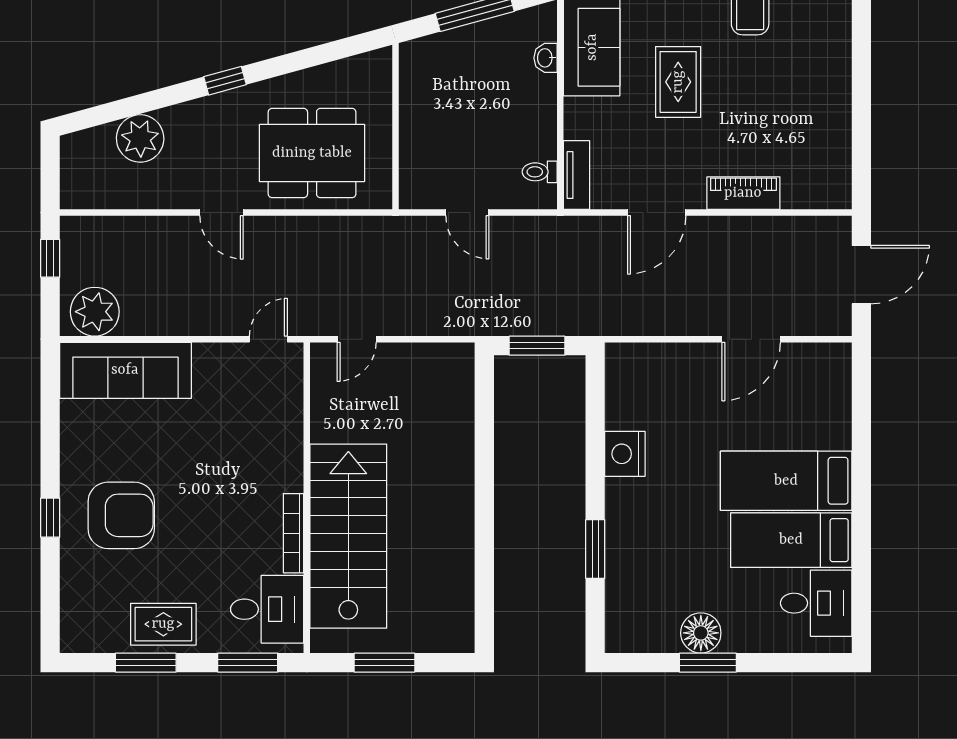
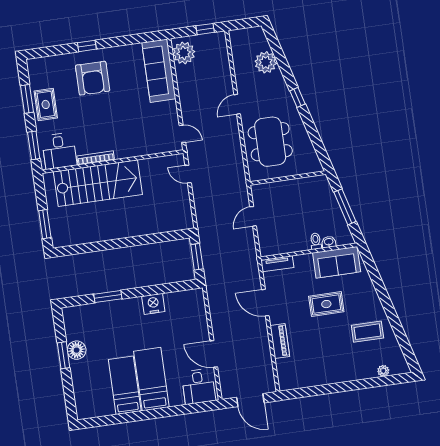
toilet: (540, 172) -> (316, 241), moved
desk: (816, 603) -> (199, 386), moved
window: (385, 663) -> (45, 224), moved

